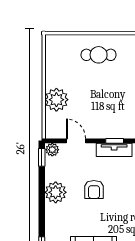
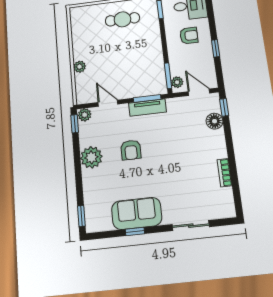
plant: (56, 100) -> (80, 67), width x0.53, depth x0.53
window: (115, 141) -> (147, 99), width x1.50

